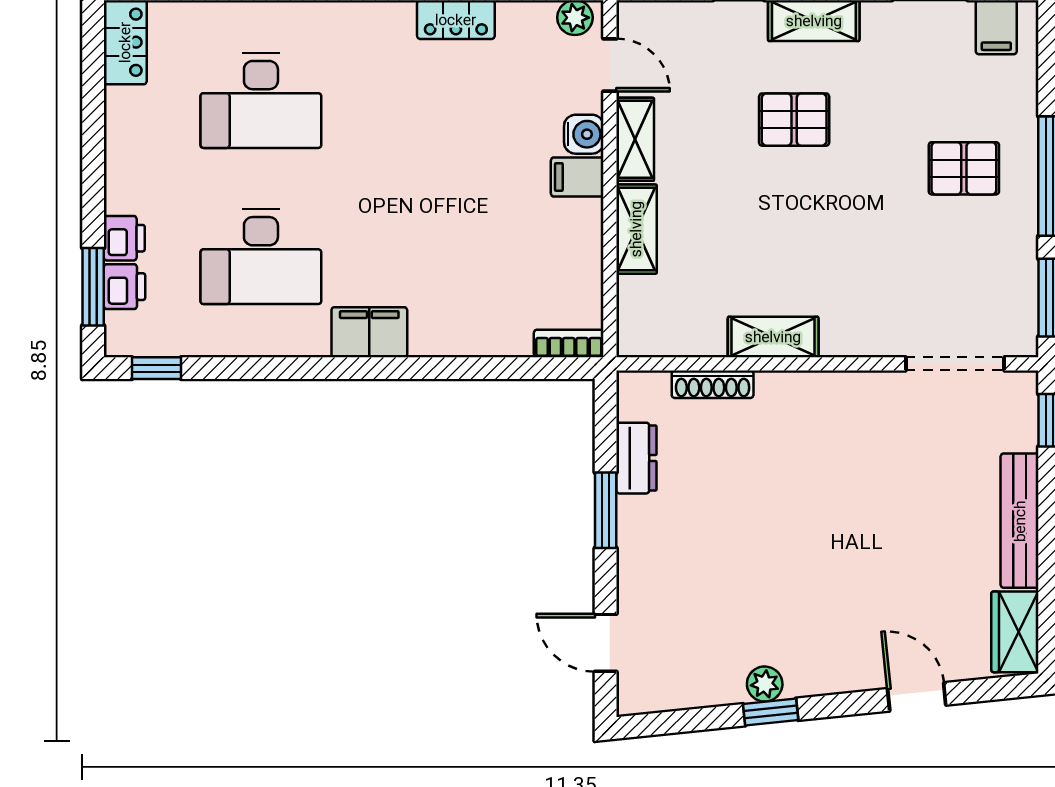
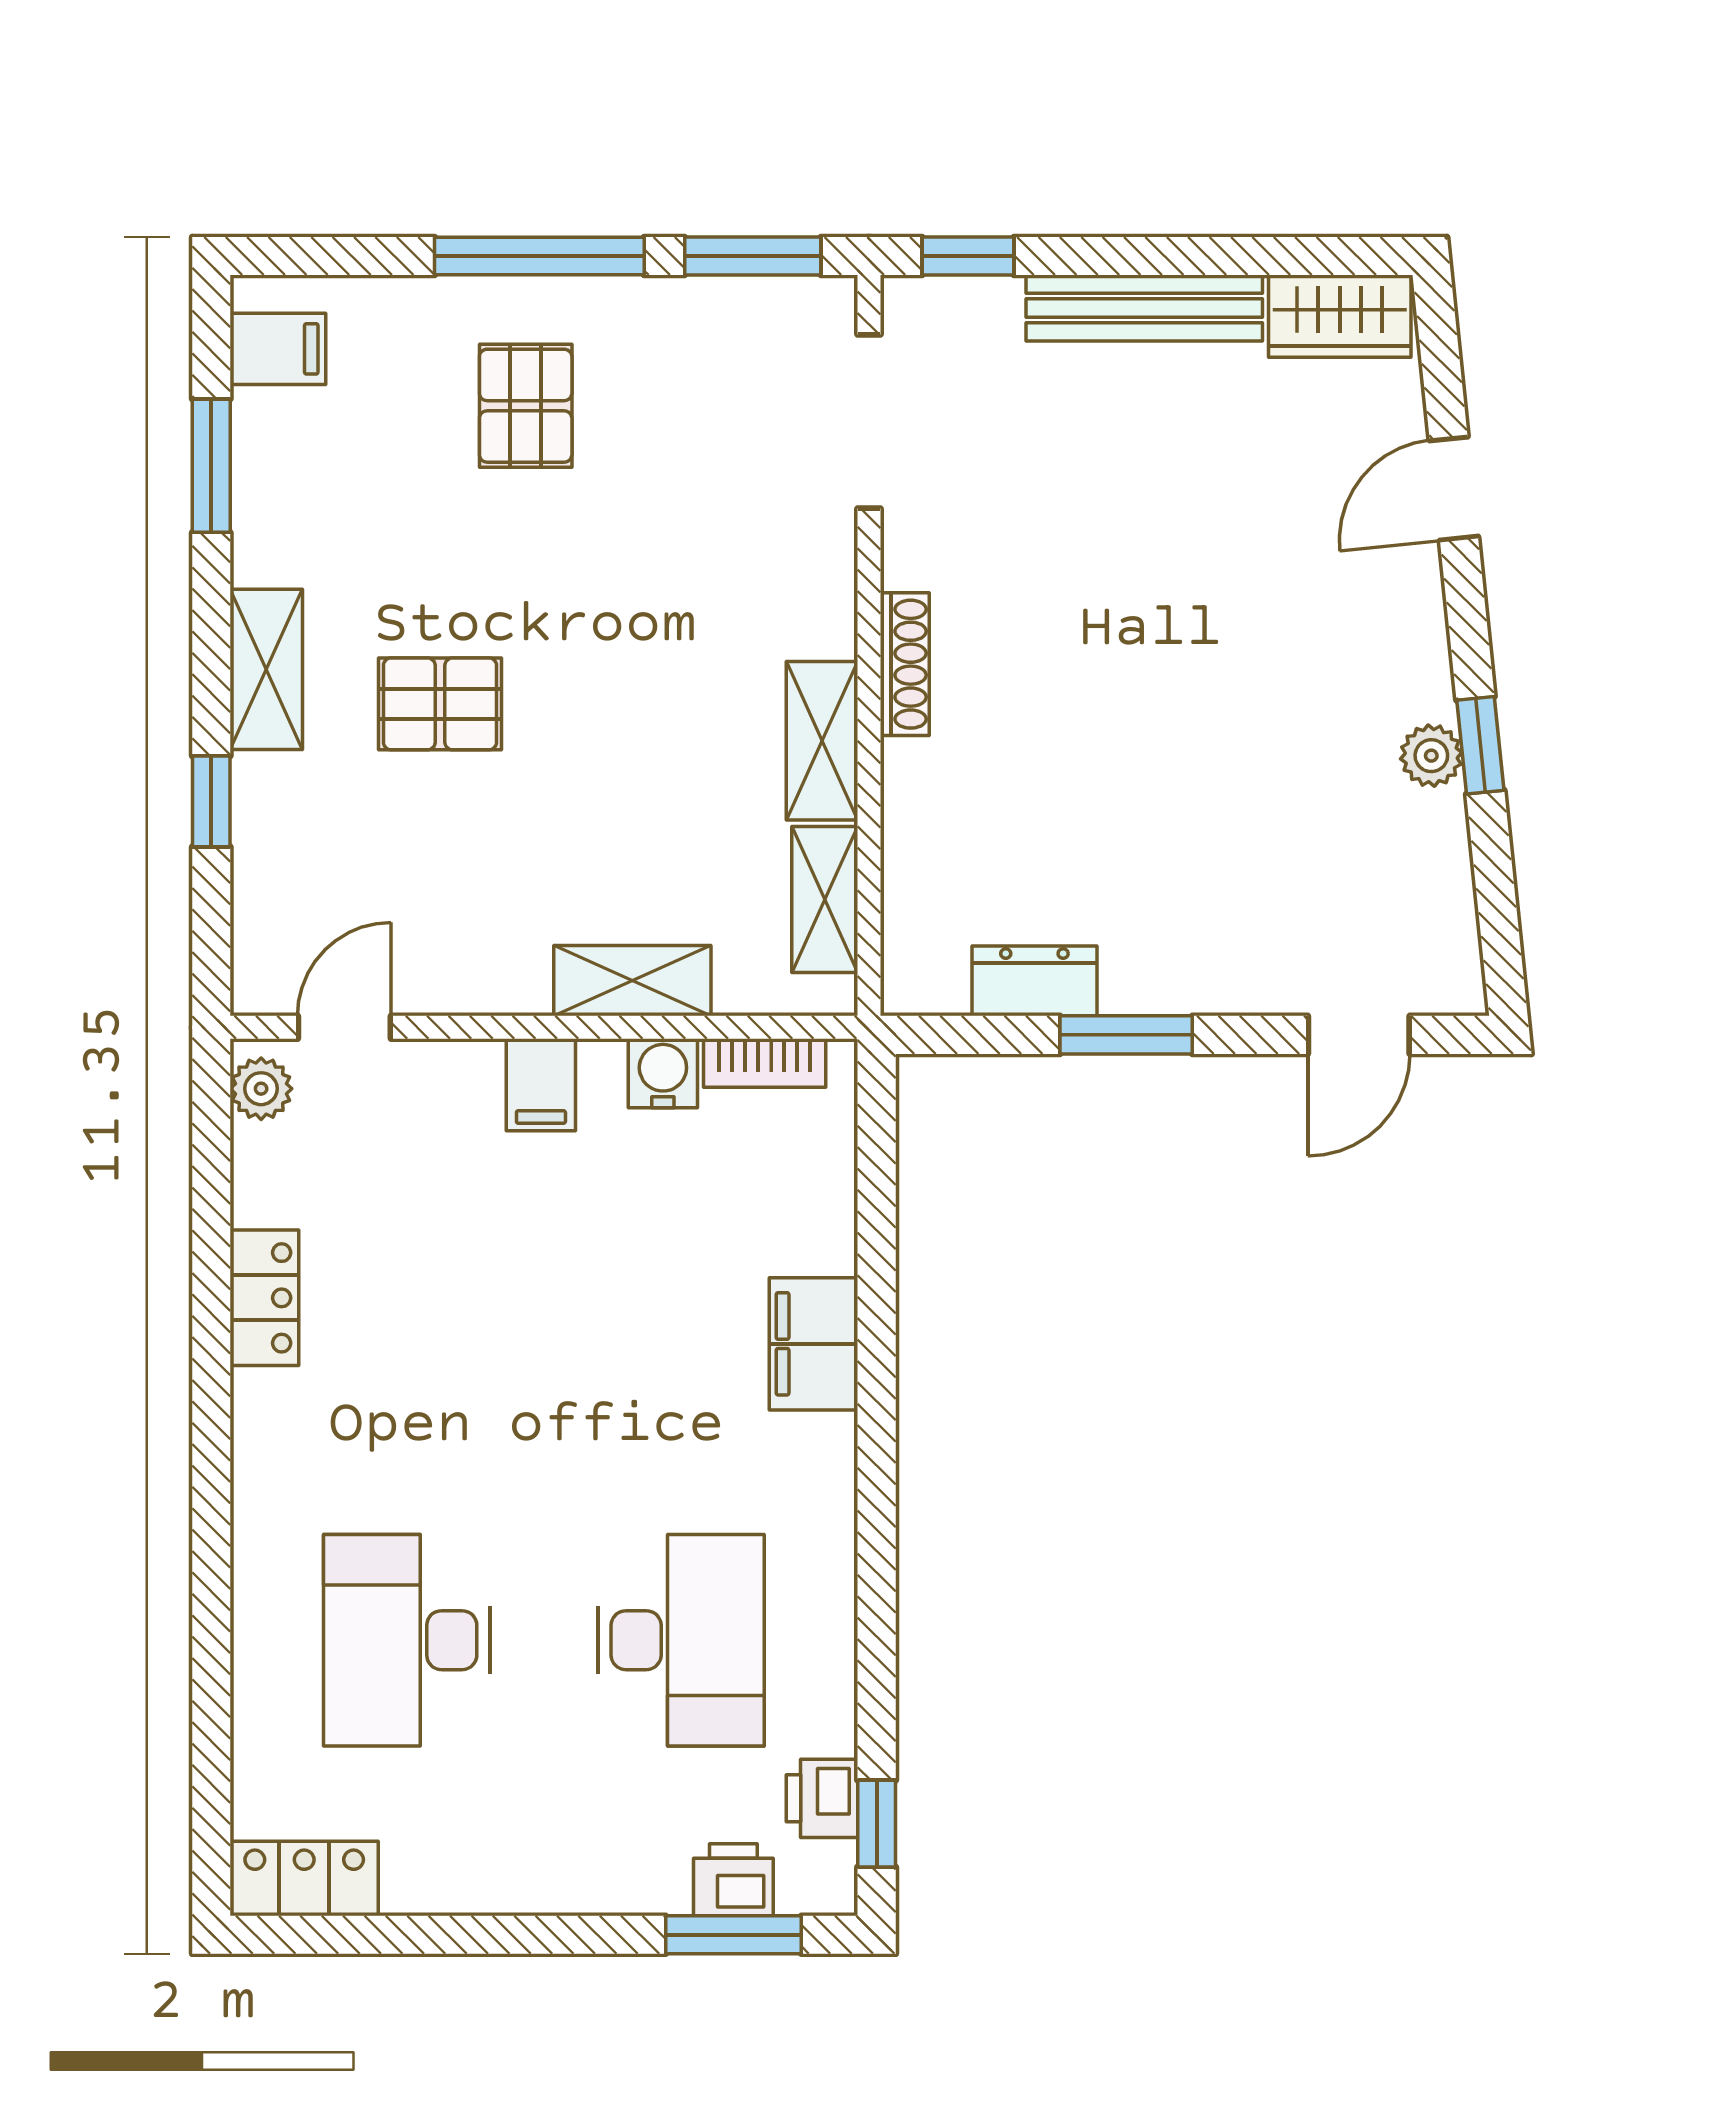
desk: (261, 101) -> (407, 1640), turned 180
pallet: (794, 120) -> (440, 704), turned 90
water cooler: (584, 134) -> (663, 1073), moved
shelving: (635, 139) -> (825, 900), moved, turned 90
printer: (124, 238) -> (822, 1798), moved, turned -90
filing cabinet: (369, 332) -> (814, 1344), moved
bookcase: (569, 344) -> (765, 1063), moved, turned -90
shoe rack: (713, 384) -> (905, 664), moved

